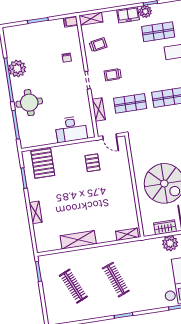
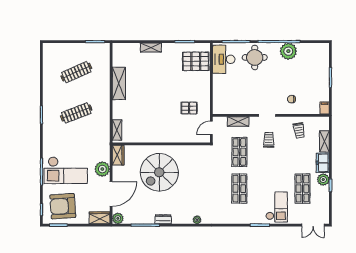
shelving: (91, 19) -> (324, 141), moved
desk: (71, 129) -> (224, 59), moved
wardrobe: (165, 227) -> (118, 155), moved

